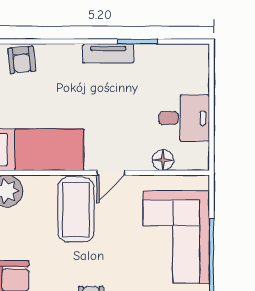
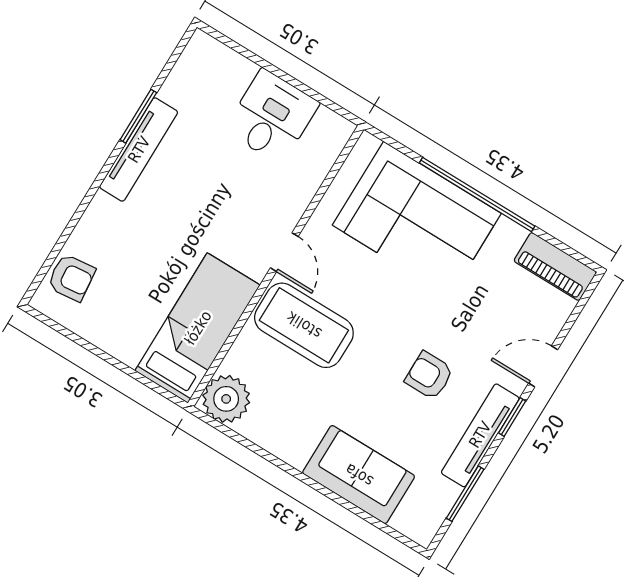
tv unit: (108, 53) -> (139, 150), width x1.41
floor lamp: (163, 160) -> (309, 176), removed

